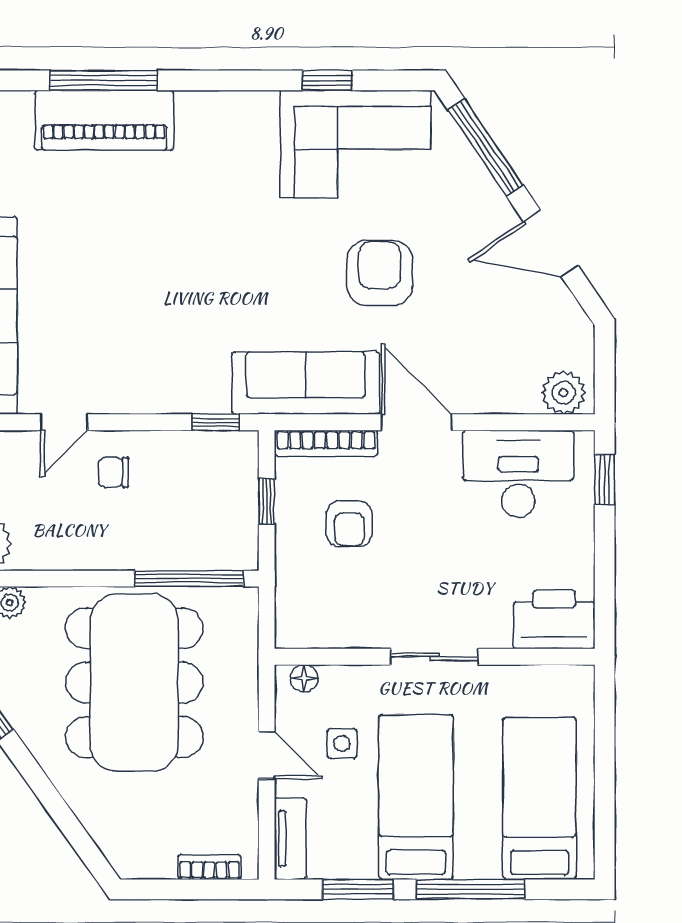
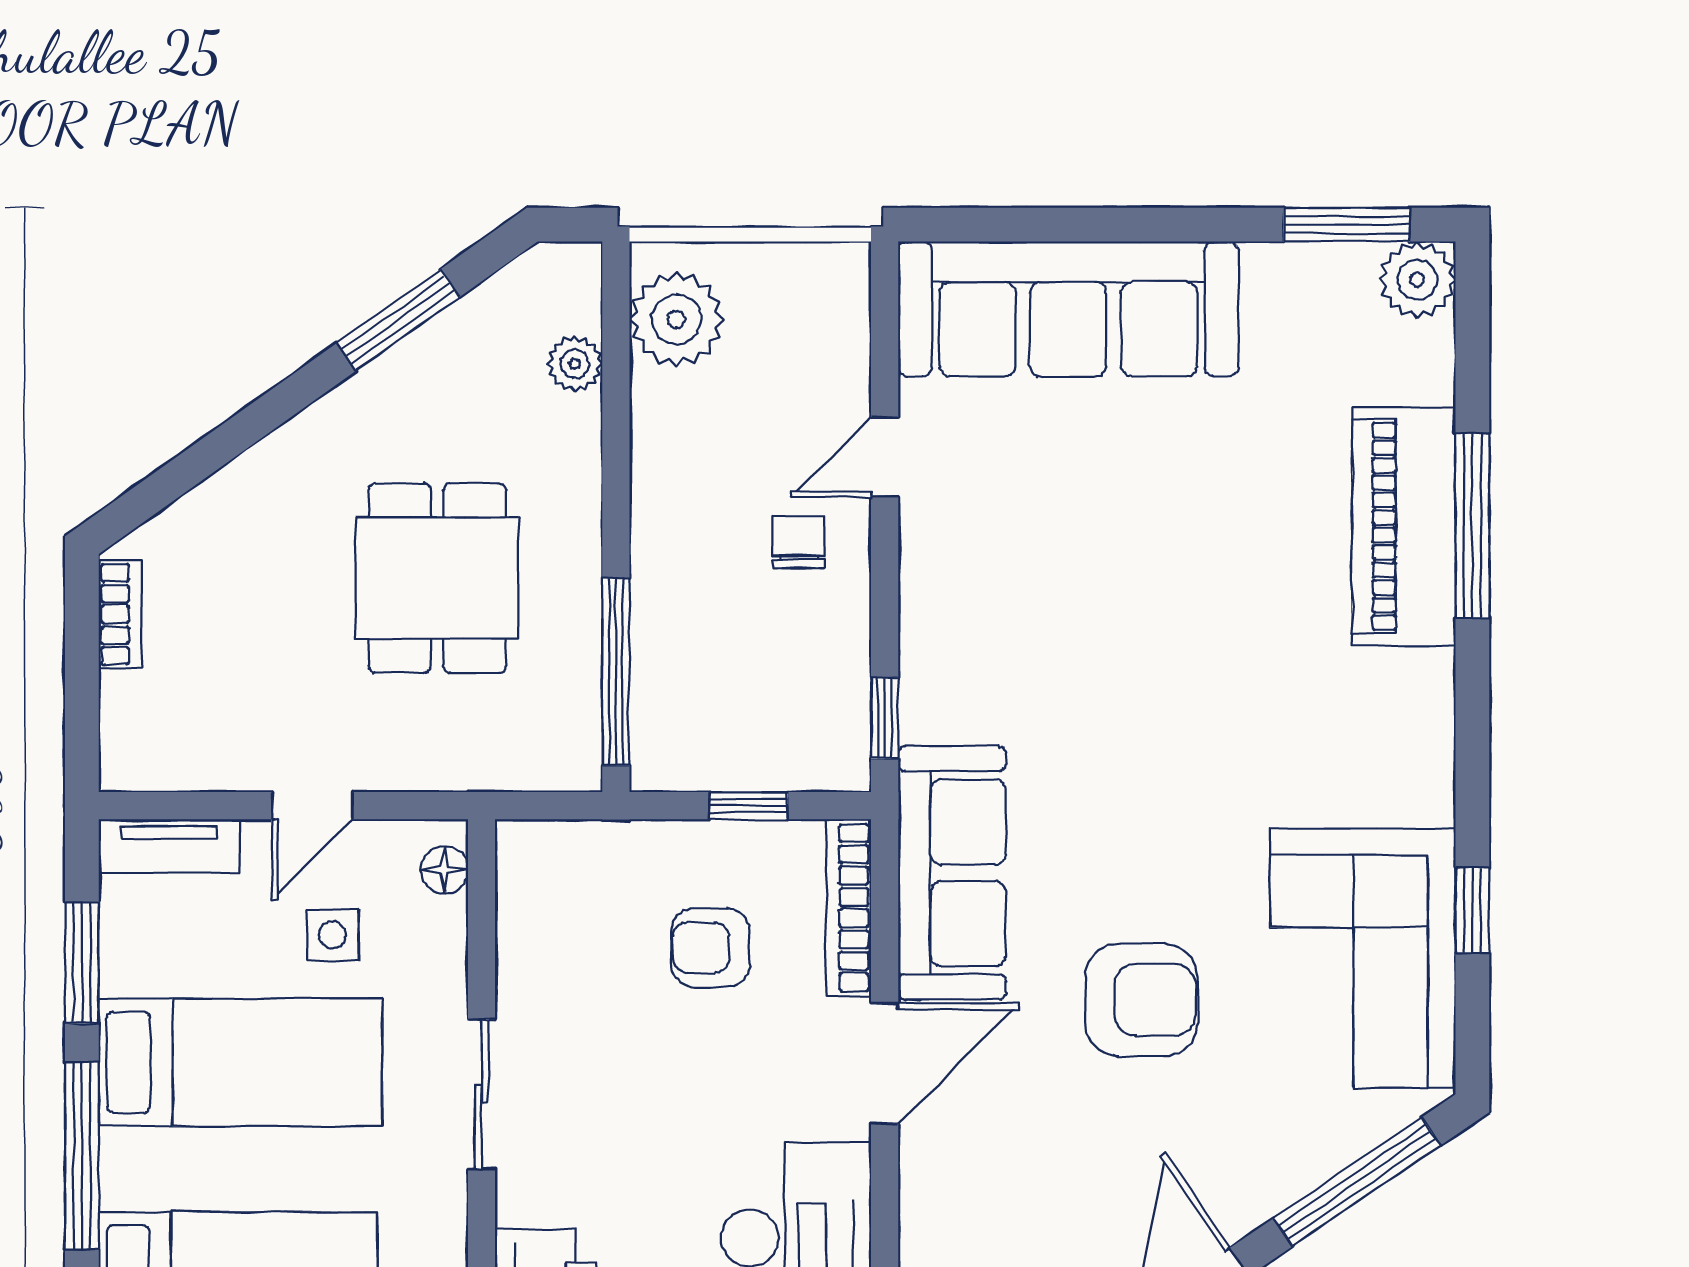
door: (64, 422) -> (885, 457), hinge flipped
dining table: (134, 683) -> (437, 578), width x0.53, depth x0.80
bookcase: (209, 867) -> (120, 614), moved

